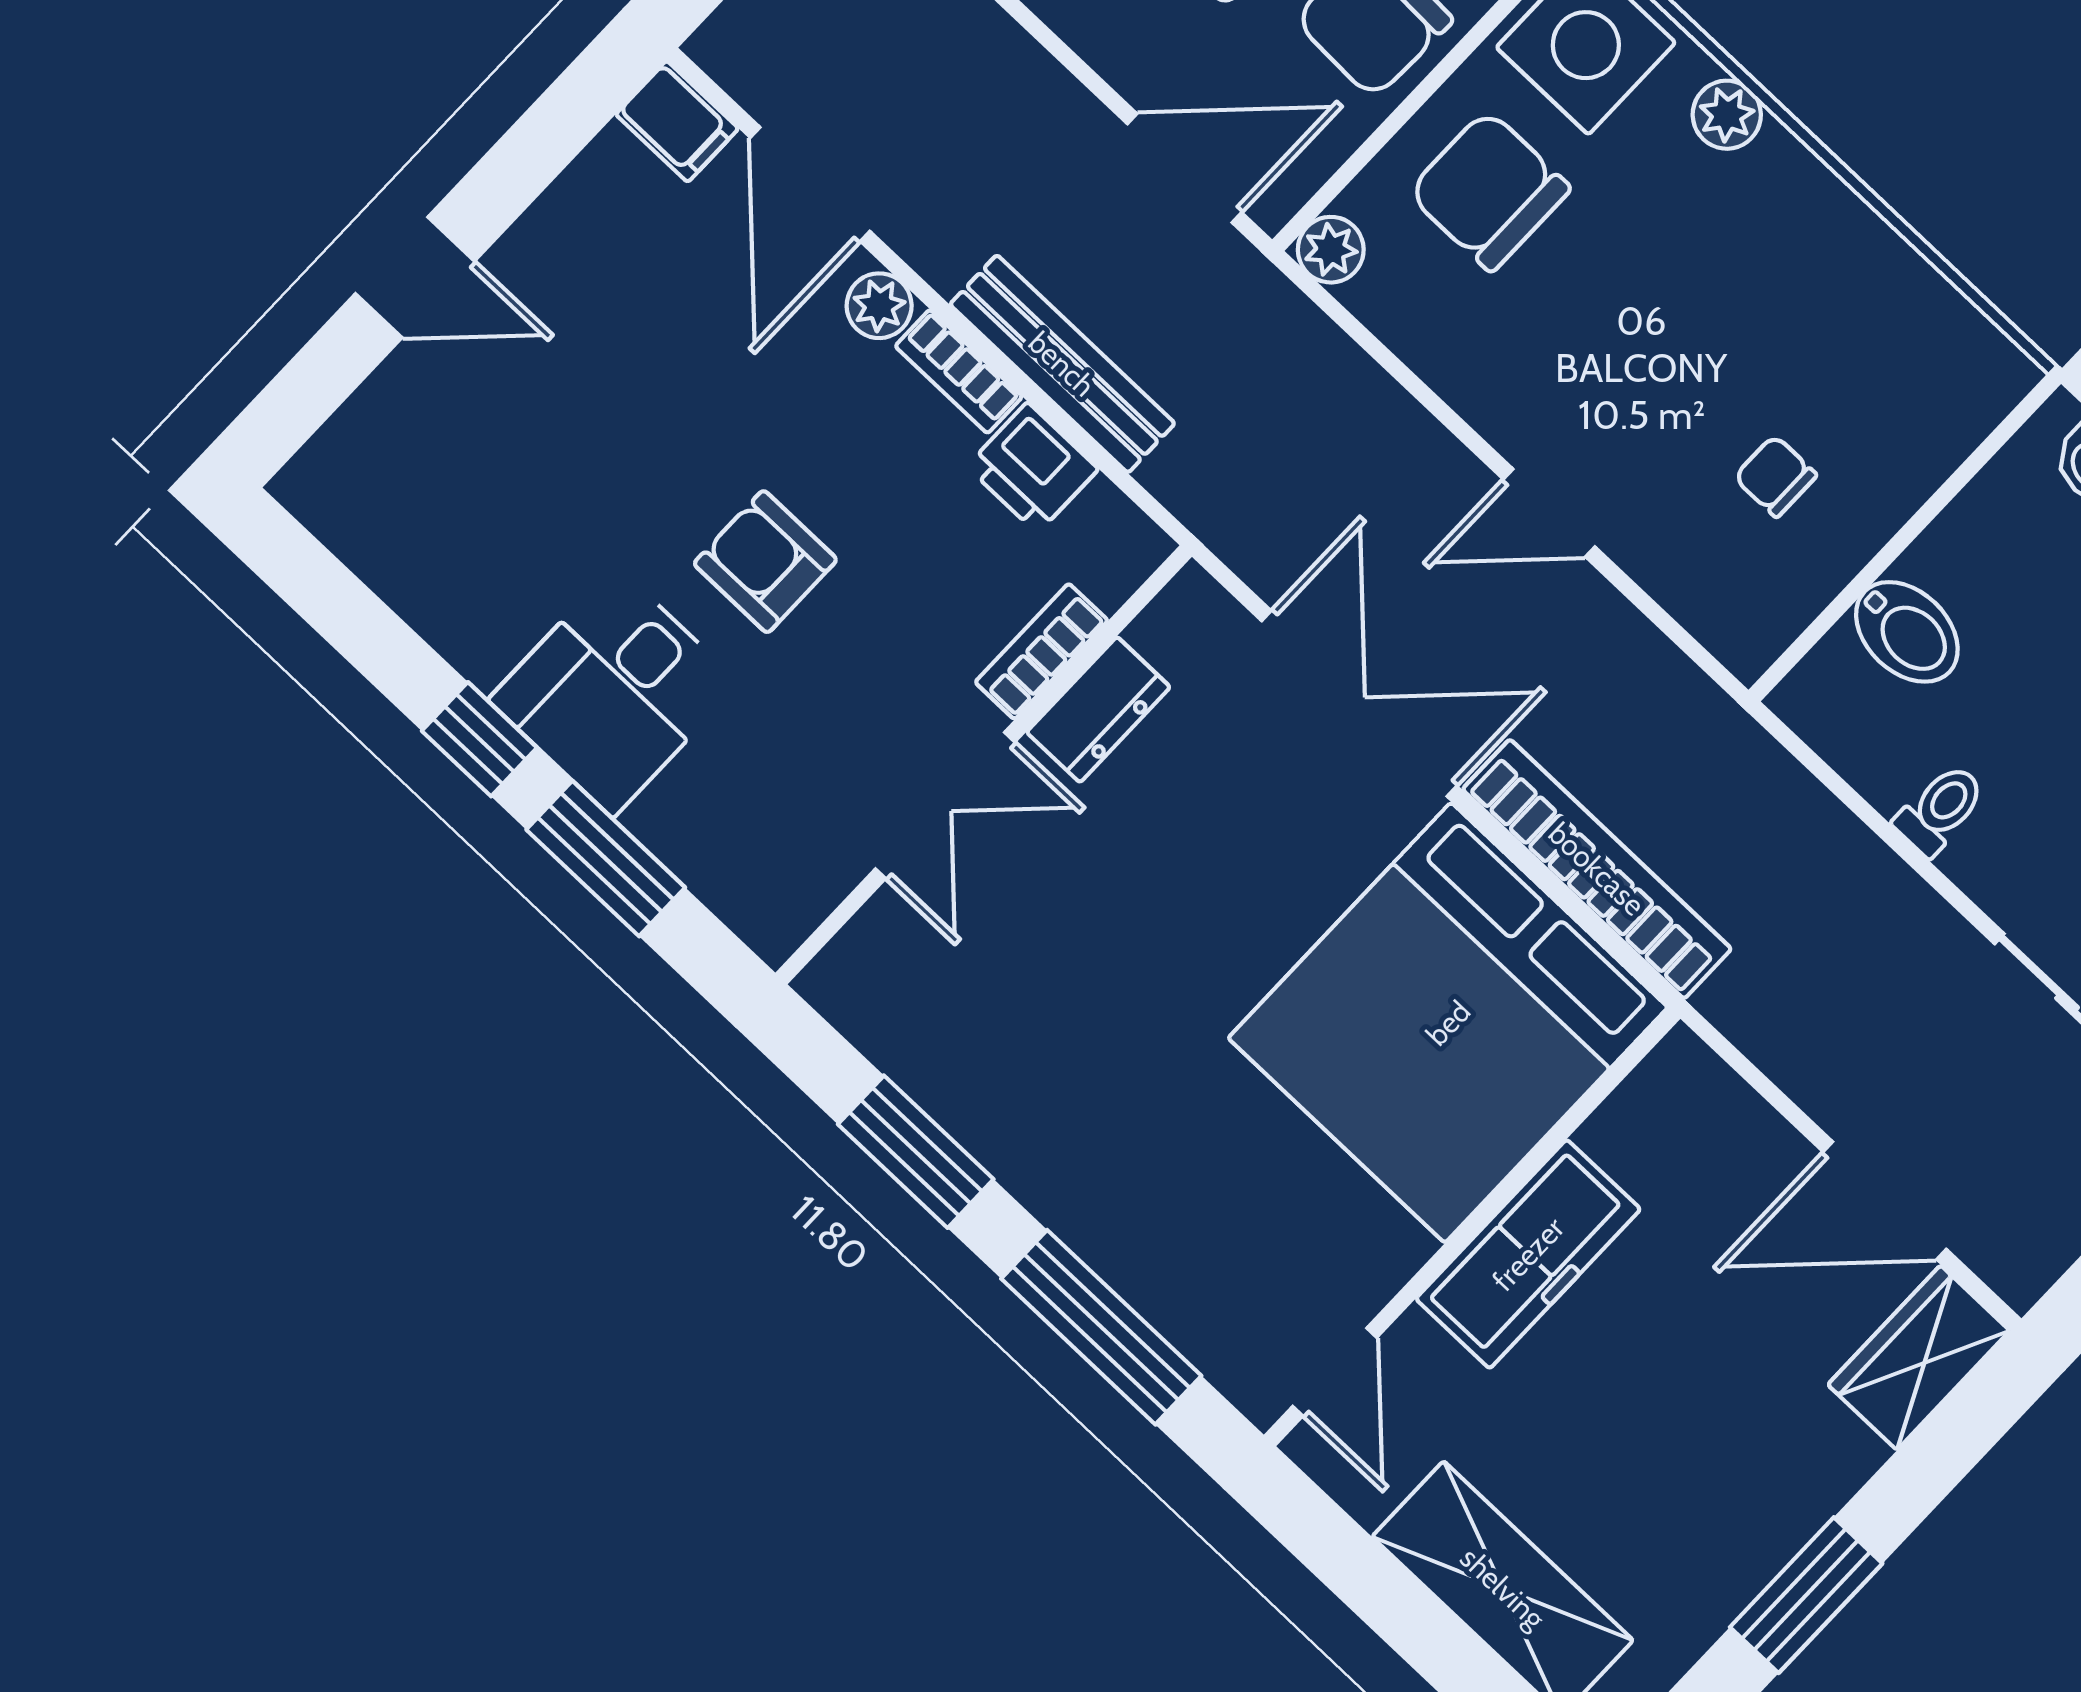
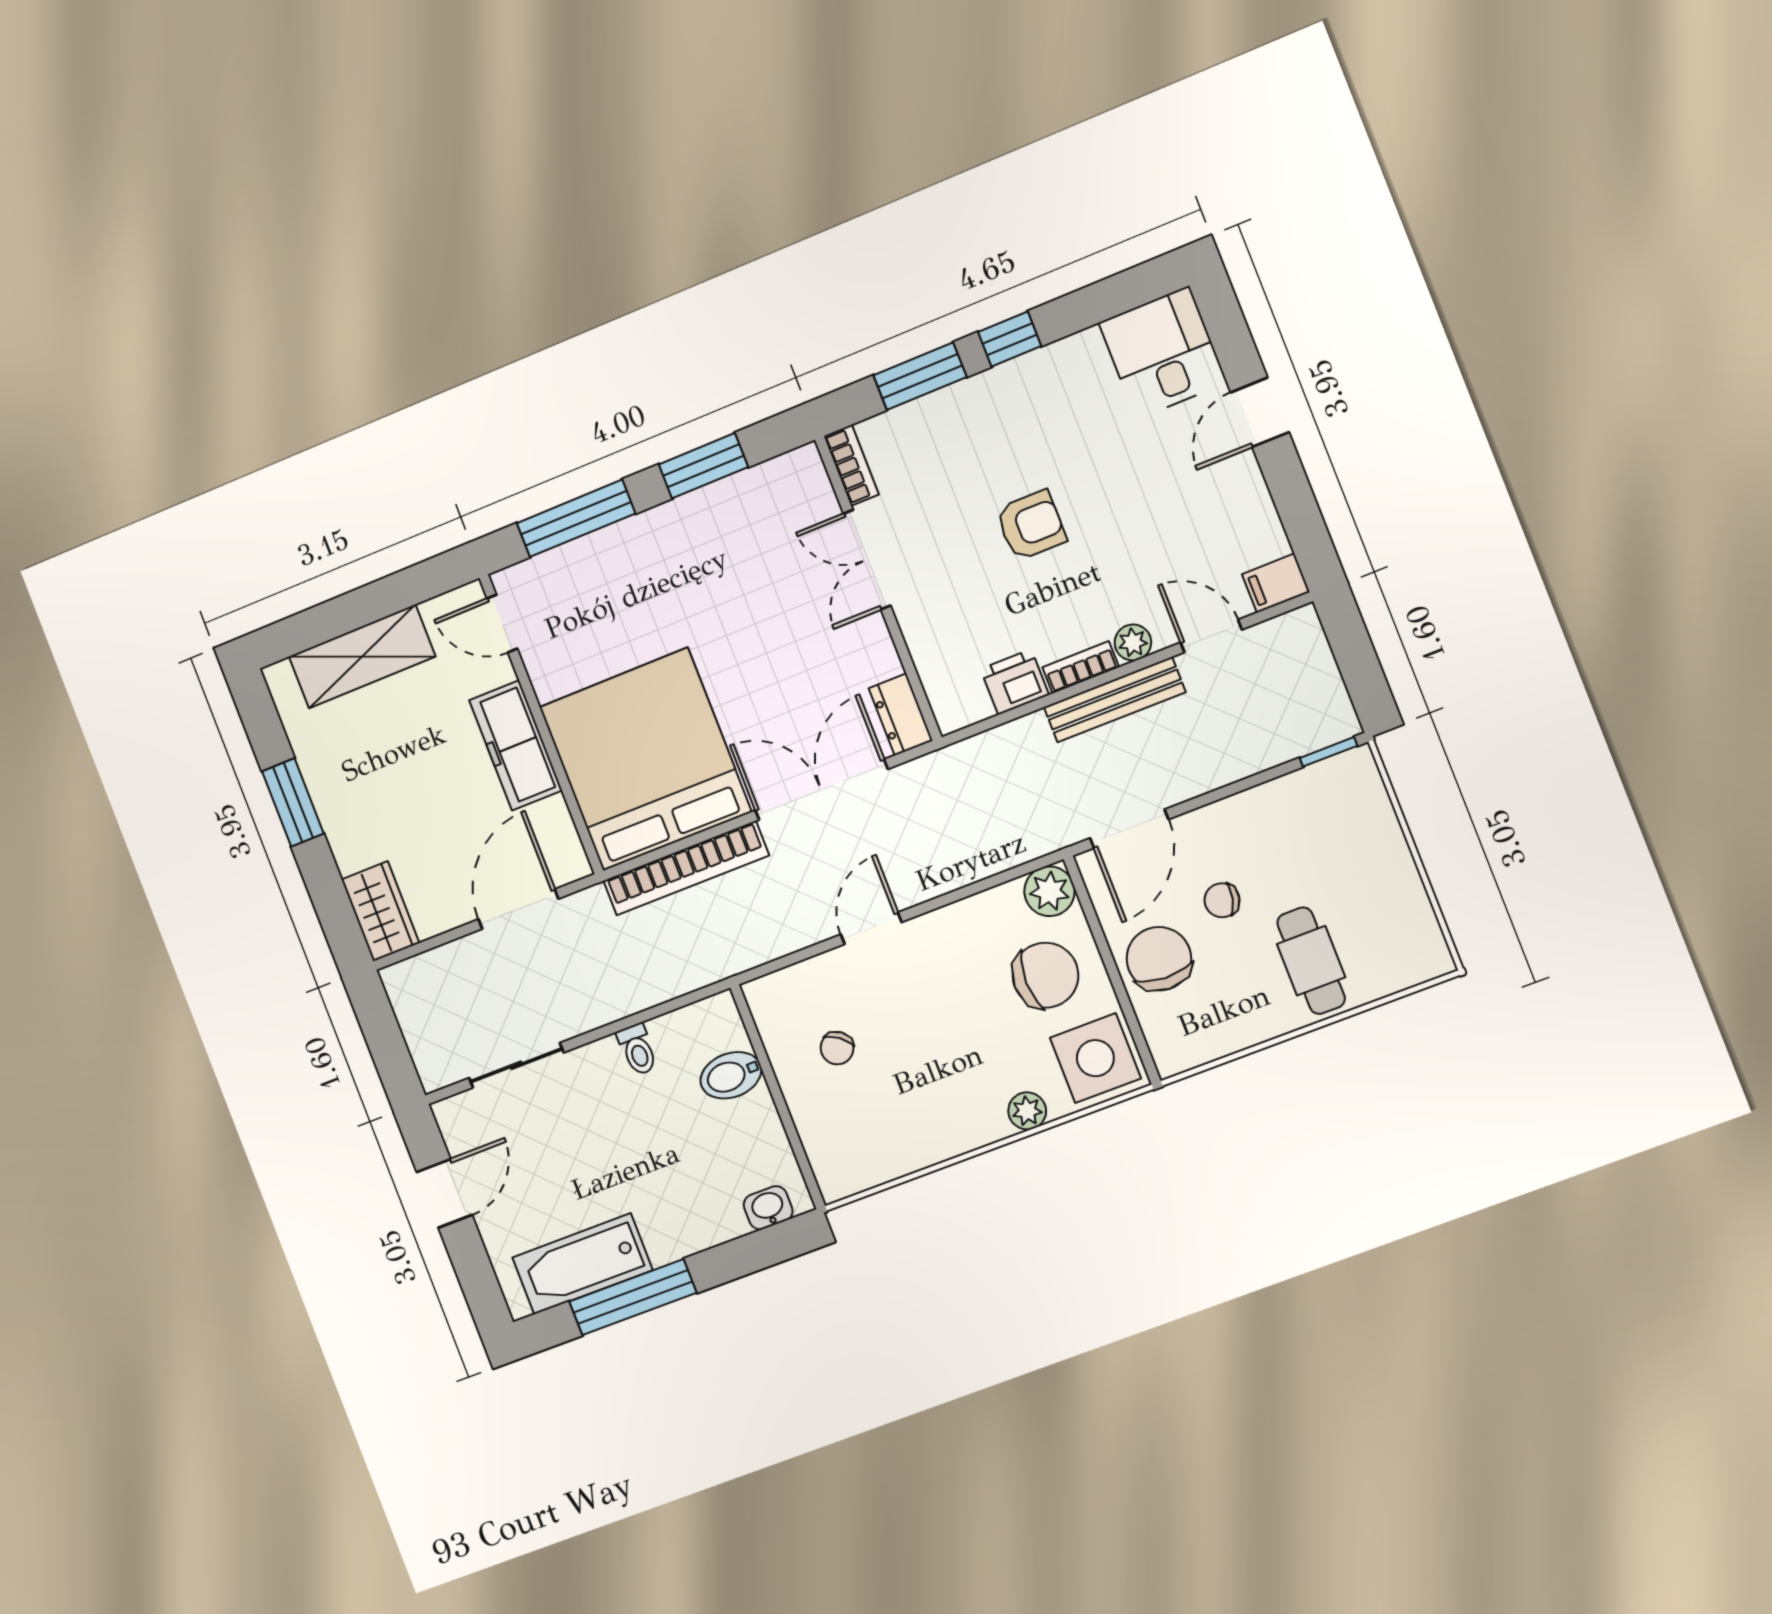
door: (810, 184) -> (1211, 636), width x0.73
plant: (1331, 250) -> (1049, 891), width x1.38, depth x1.38
bench: (1062, 364) -> (1115, 700), moved
chair: (1775, 476) -> (837, 1048), turned 127
bookcase: (1042, 651) -> (851, 465), moved
desk: (614, 692) -> (1163, 353), moved
double door: (1359, 703) -> (821, 790), swing flipped
dresser: (1098, 710) -> (901, 714), moved
door: (1885, 1201) -> (519, 909), moved

